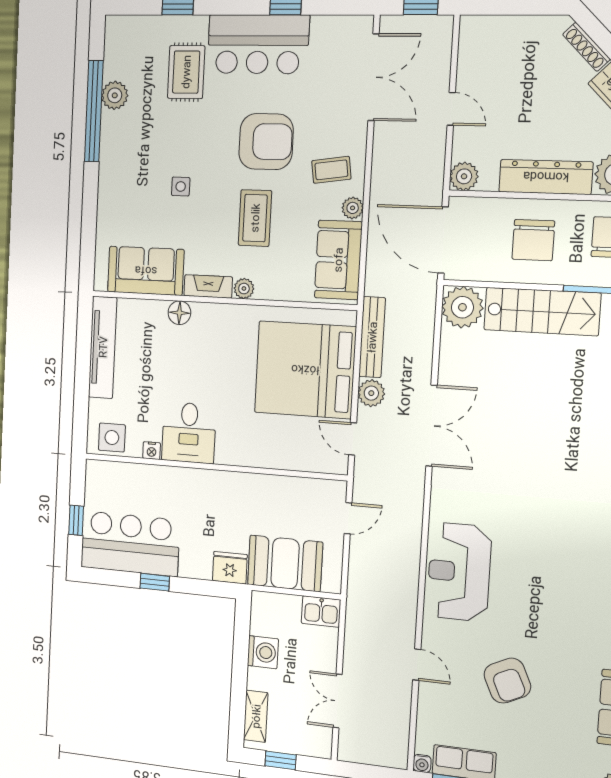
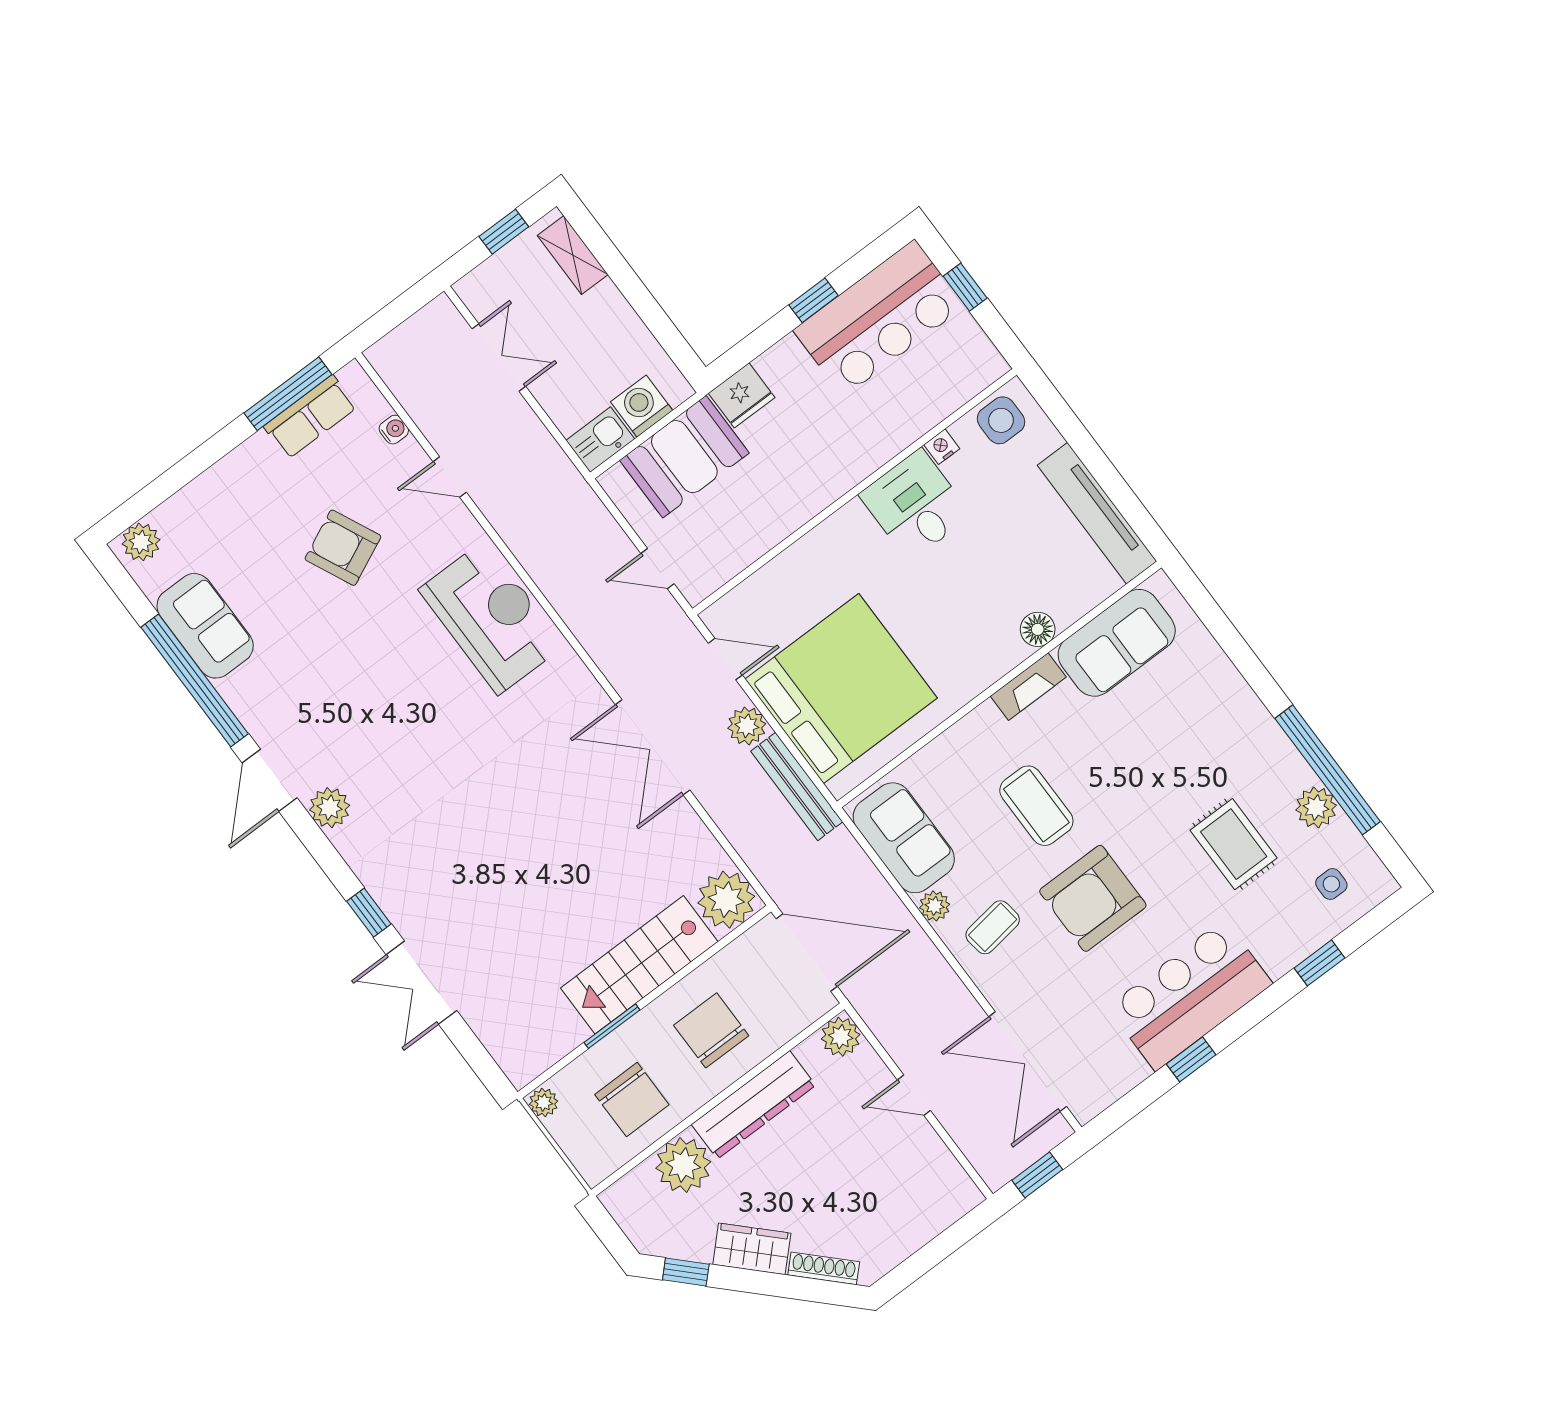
rug: (186, 72) -> (1234, 844), moved
side table: (181, 186) -> (1331, 884), moved
plant: (244, 289) -> (985, 719), removed
door: (348, 518) -> (658, 569), hinge flipped
washing machine: (263, 652) -> (642, 406), moved, turned 90
water cooler: (422, 763) -> (394, 430), moved, turned 90

